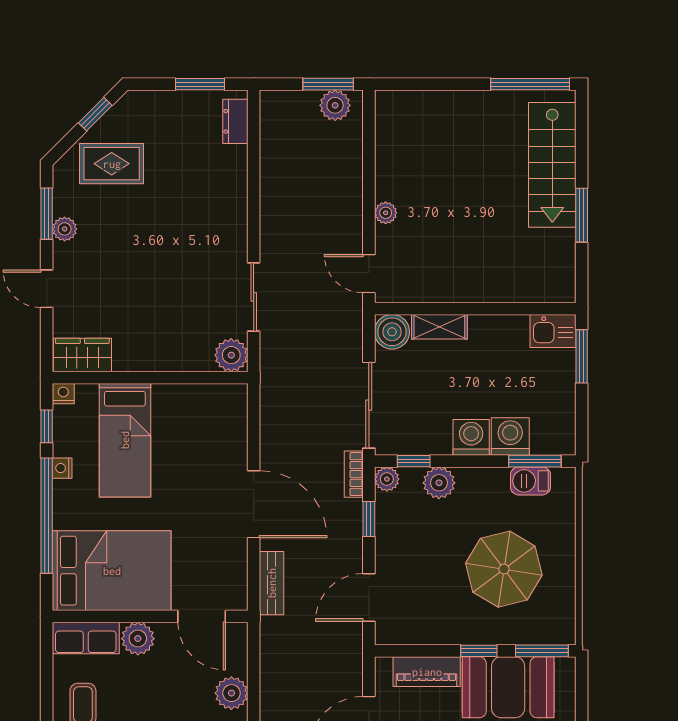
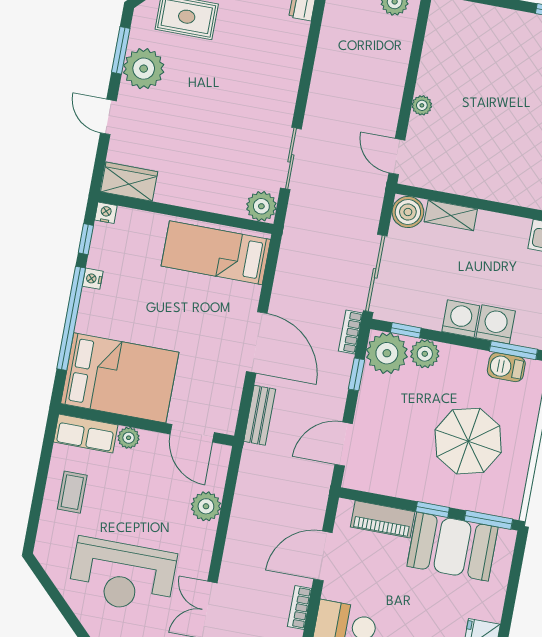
plant: (65, 229) -> (144, 69), width x1.87, depth x1.87
bed: (125, 440) -> (216, 253), moved, turned 90
plant: (387, 479) -> (387, 353), width x1.88, depth x1.88
plant: (138, 639) -> (129, 438), width x0.73, depth x0.73

